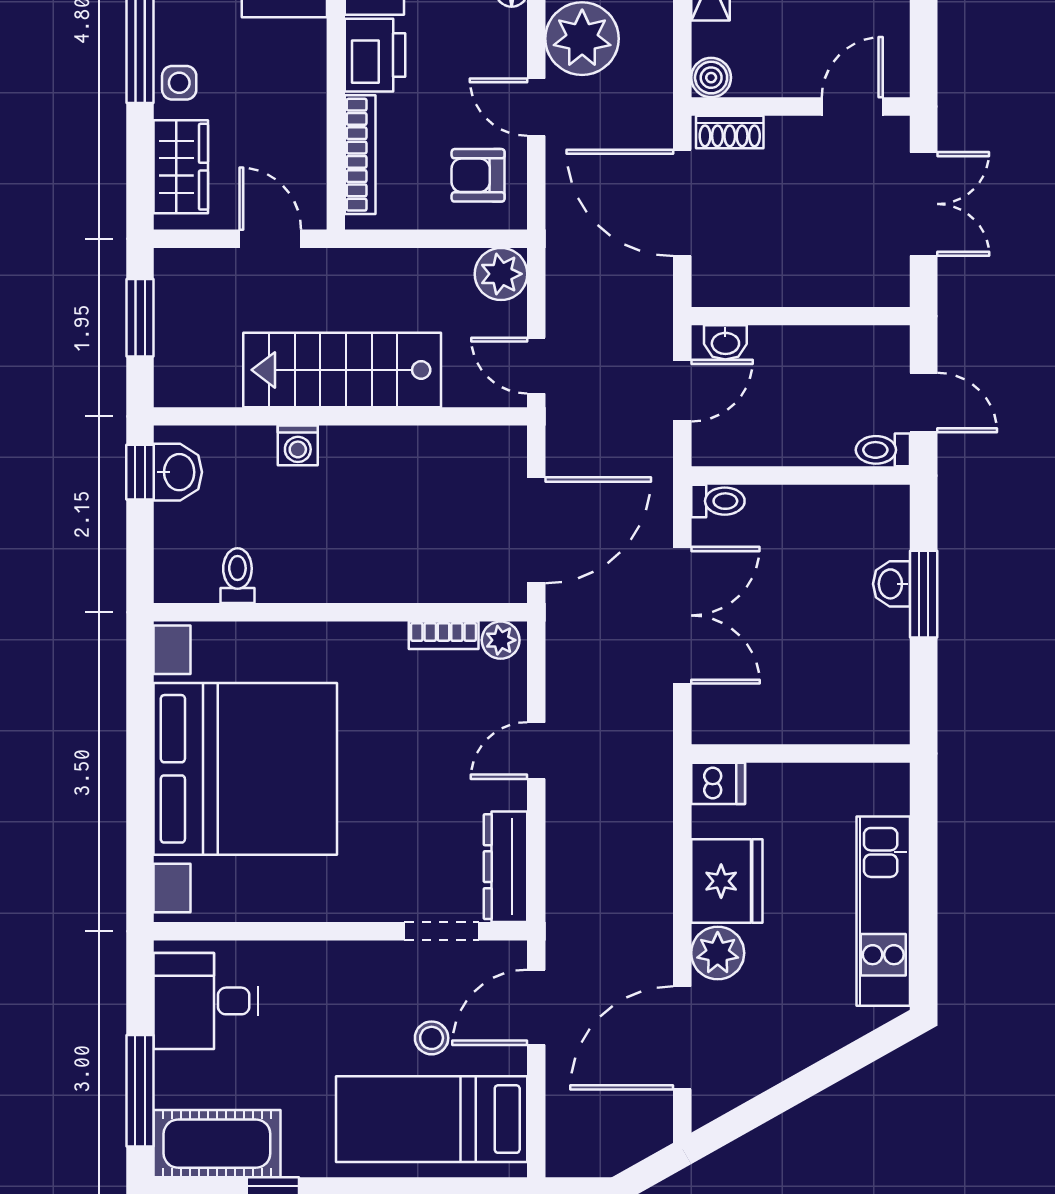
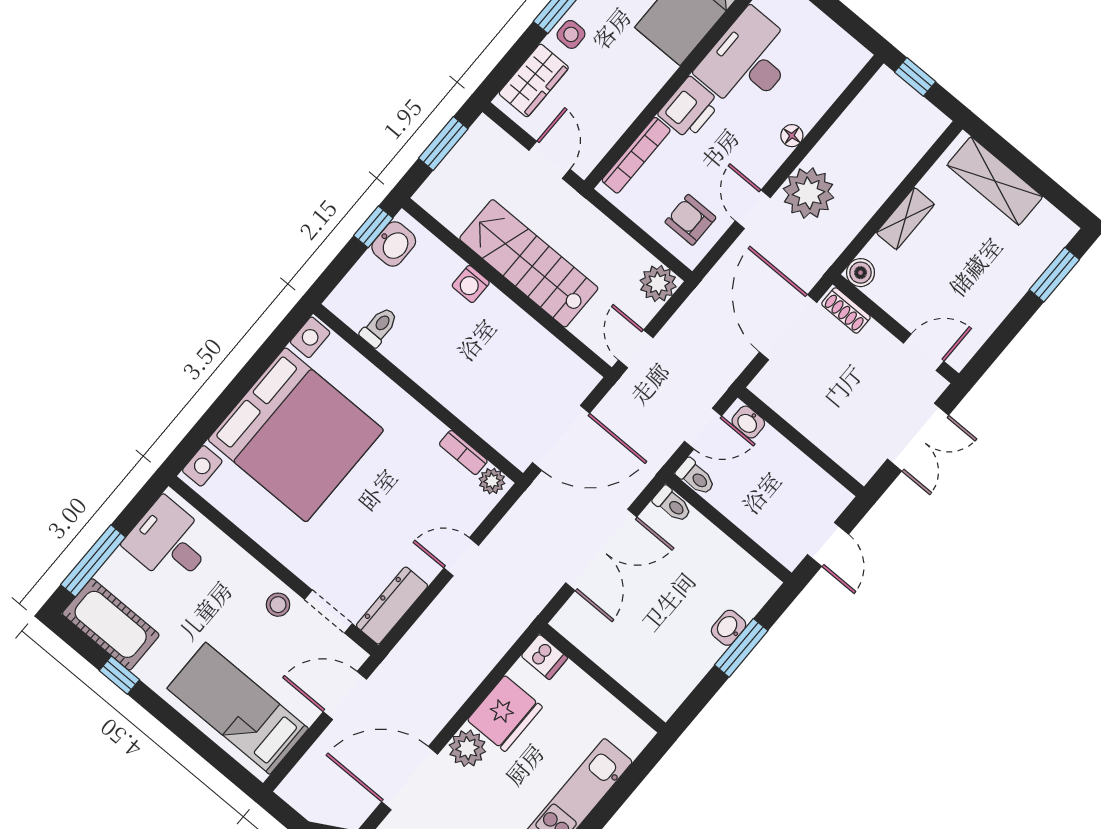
toilet: (883, 450) -> (696, 477), moved, turned 180
stool: (432, 1038) -> (278, 605), moved

